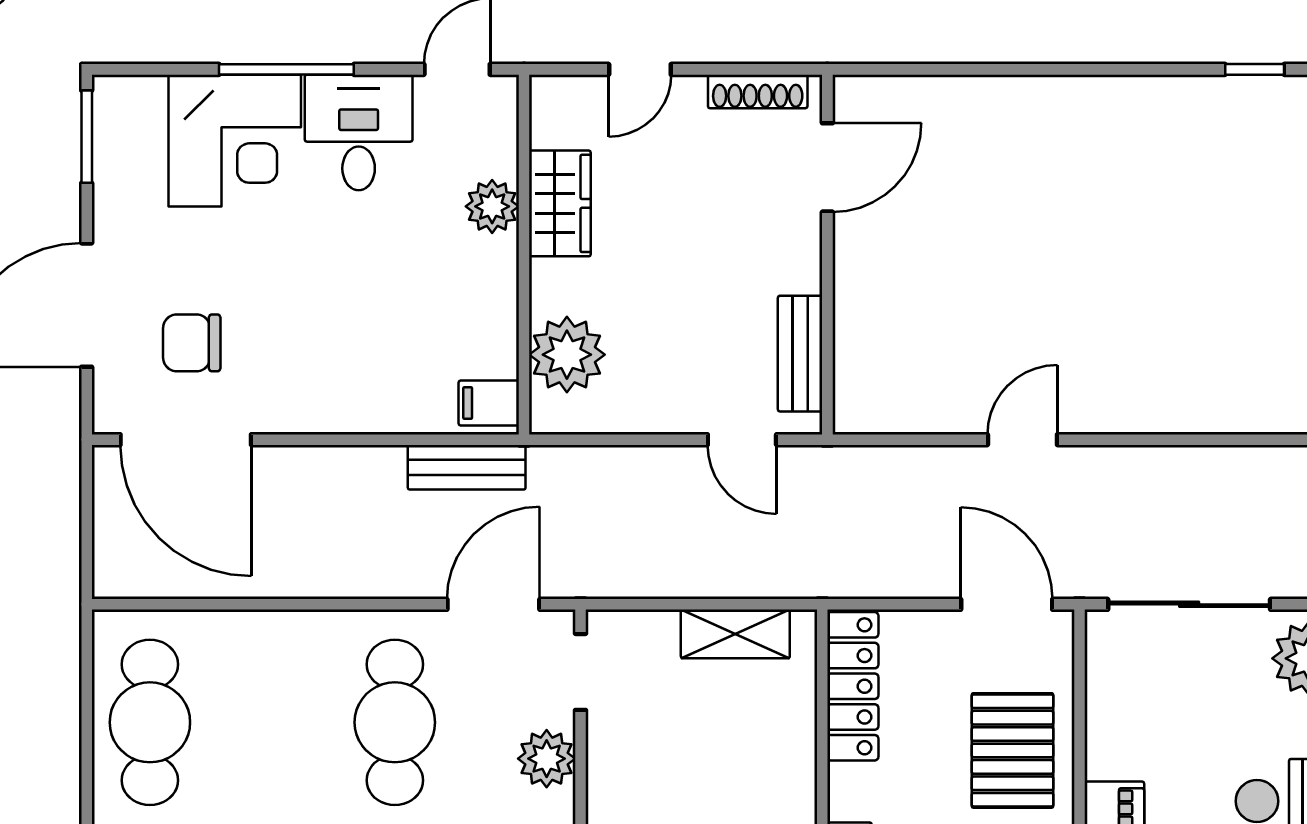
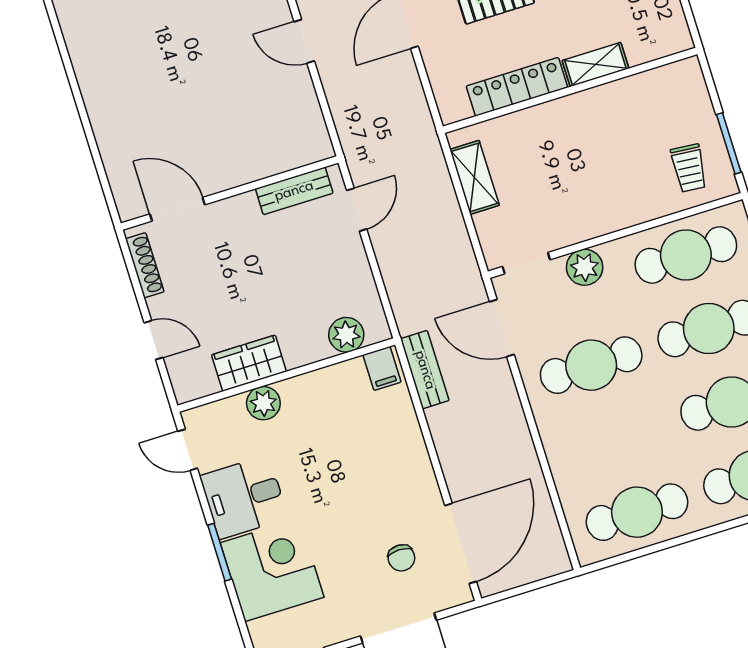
window: (286, 69) -> (220, 552), width x0.69
chair: (192, 343) -> (401, 558), width x0.73, depth x0.73
plant: (567, 355) -> (346, 335), width x0.73, depth x0.73
locker: (853, 686) -> (517, 87), moved

